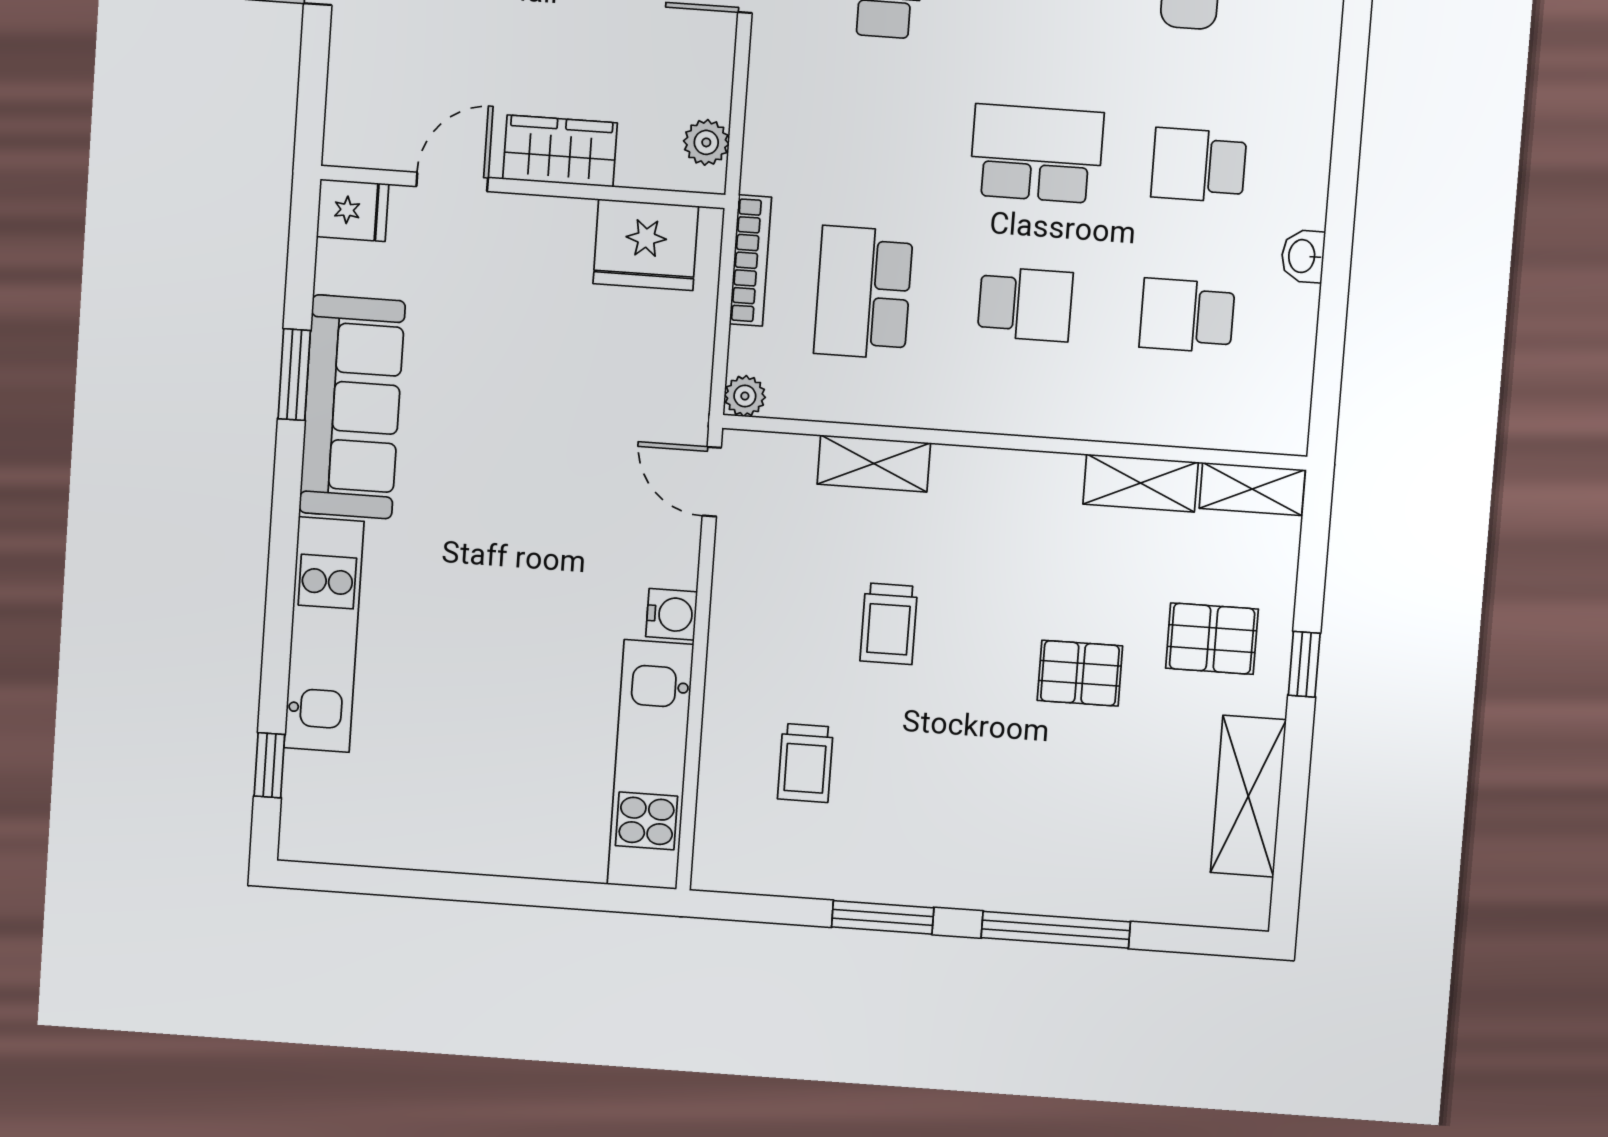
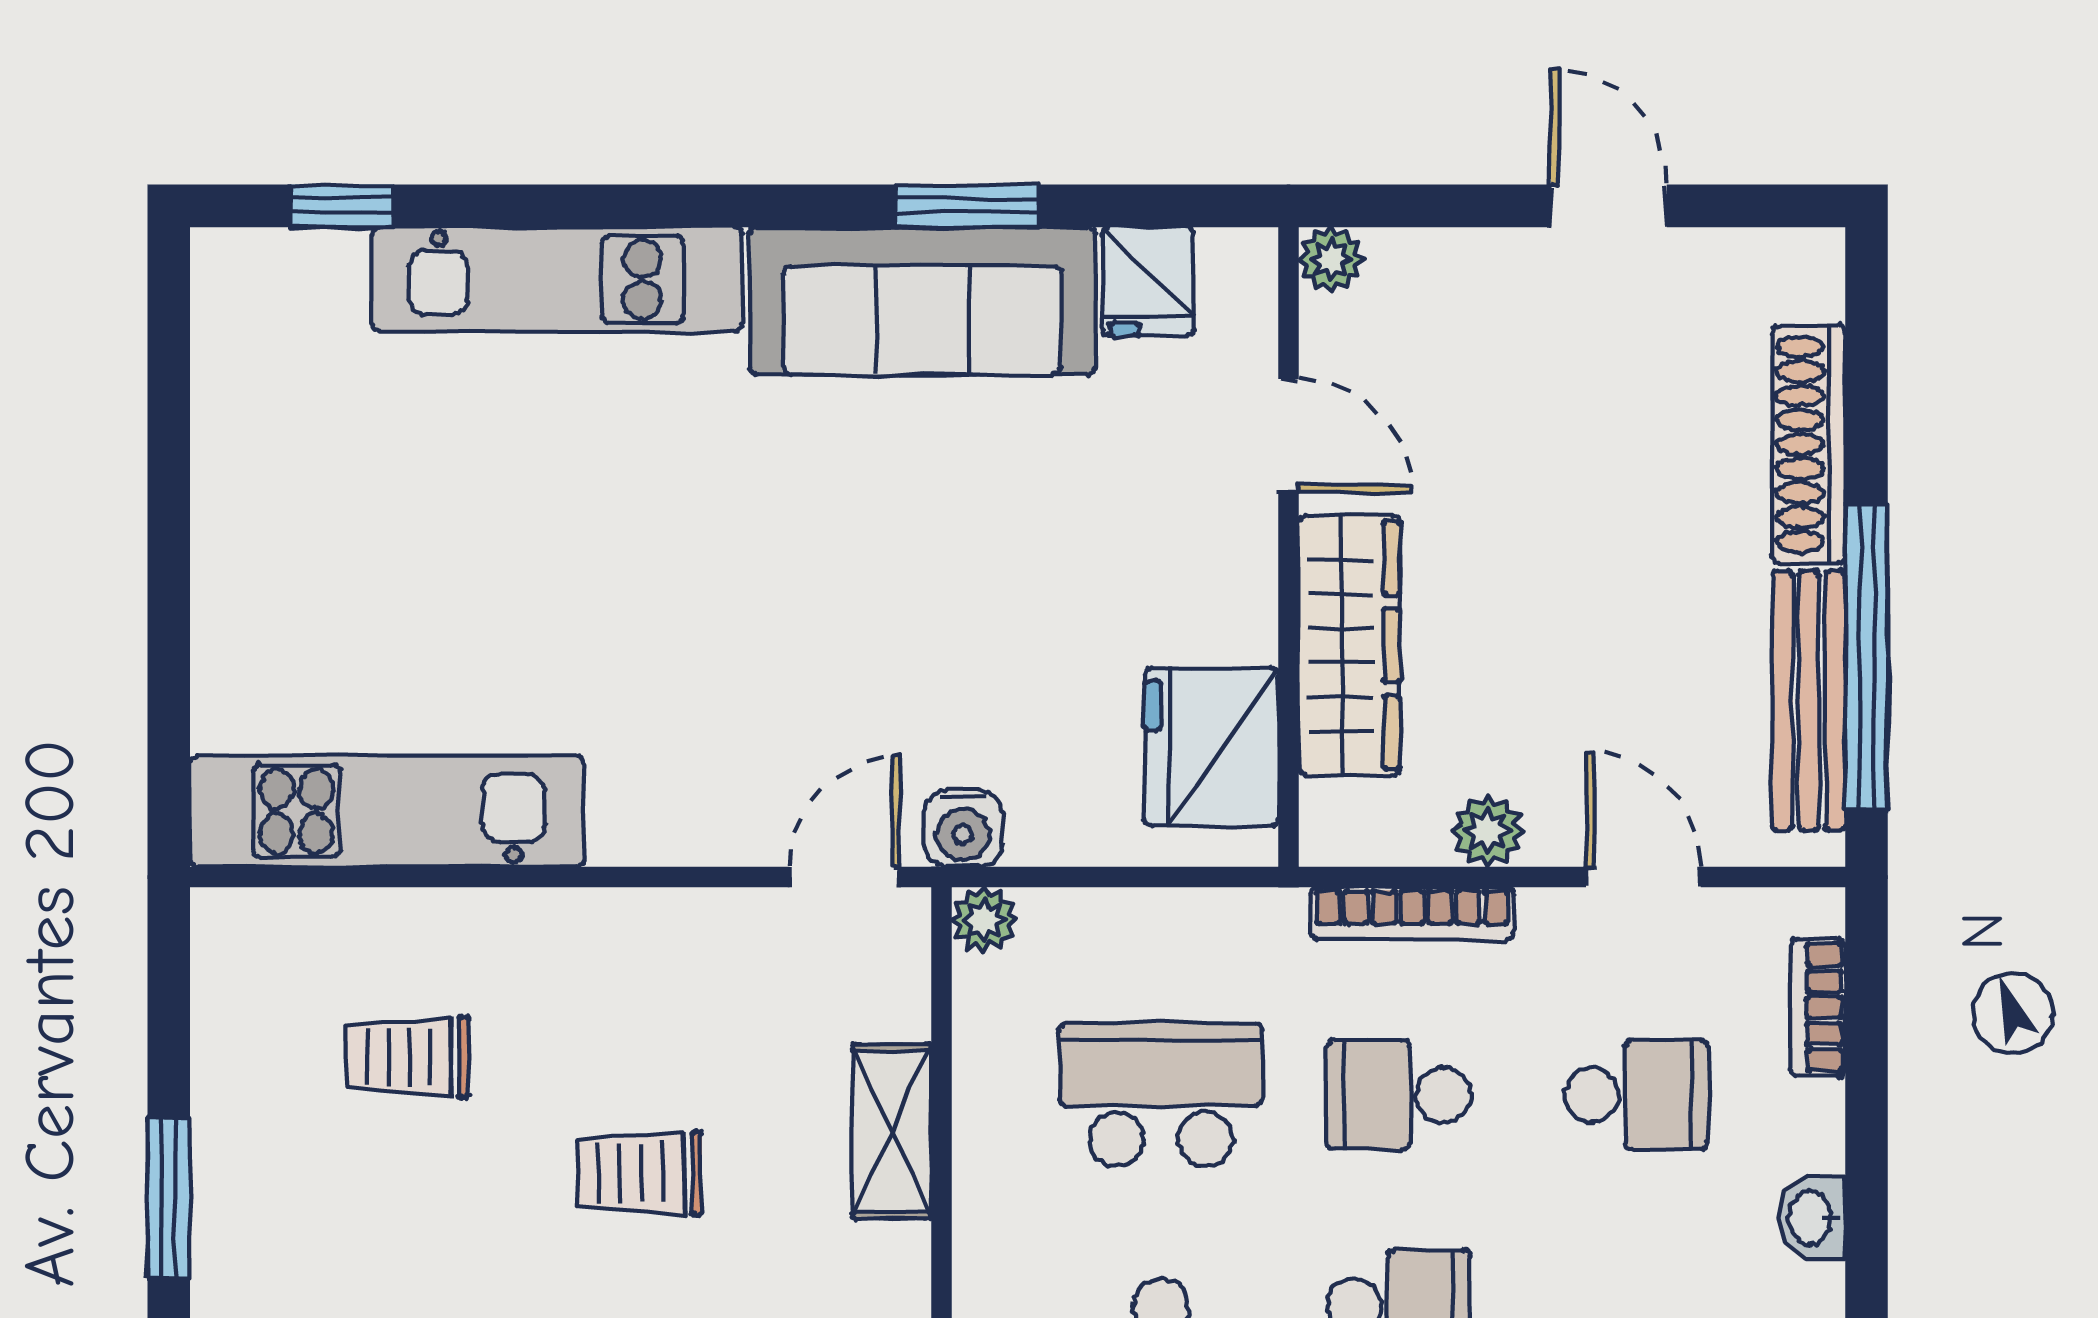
plant: (706, 142) -> (1488, 831), moved
school desk: (874, 142) -> (1398, 1095), added
plant: (342, 147) -> (1331, 259), added
wardrobe: (560, 151) -> (1349, 645), width x1.50
fridge: (353, 210) -> (1148, 281), moved
bookcase: (750, 261) -> (1412, 913), moved
water cooler: (672, 614) -> (963, 828), moved

